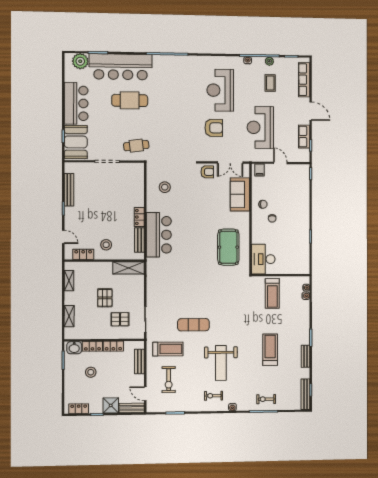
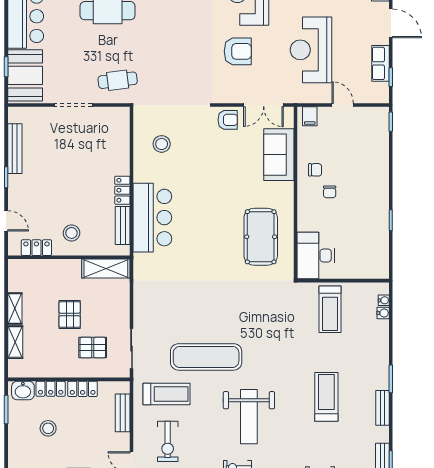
shelving: (69, 281) -> (15, 309), moved
exercise mat: (193, 325) -> (206, 357), width x1.36, depth x1.45

